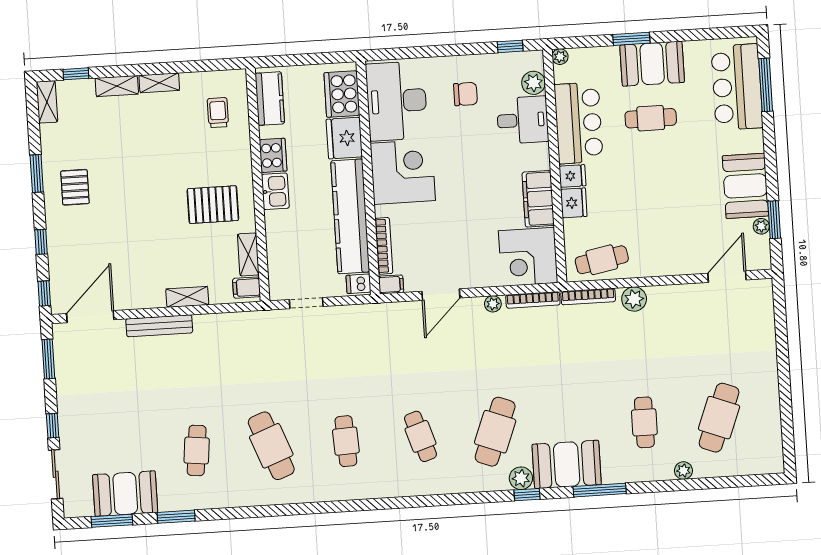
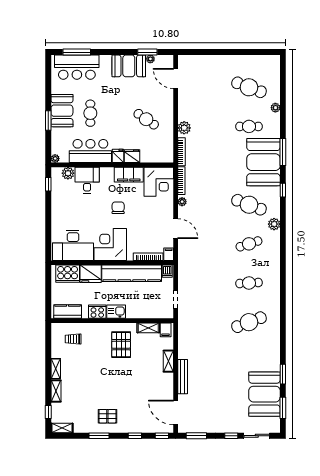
chair: (465, 94) -> (118, 208), moved
cafe table: (602, 260) -> (146, 119), moved, turned -44
cafe table: (197, 450) -> (249, 361), removed
booth: (567, 464) -> (263, 162), width x1.36, depth x1.42
plant: (521, 478) -> (274, 224), moved
booth: (125, 494) -> (264, 394), width x1.36, depth x1.42

